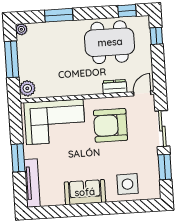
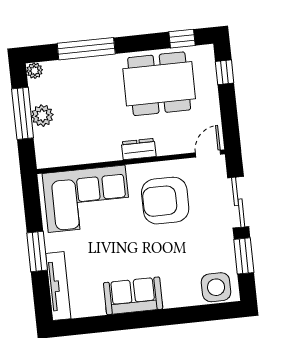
window: (59, 15) -> (86, 49), width x1.44
dresser: (115, 87) -> (139, 149), moved
plant: (27, 88) -> (42, 116), moved
side table: (128, 184) -> (216, 287), moved

